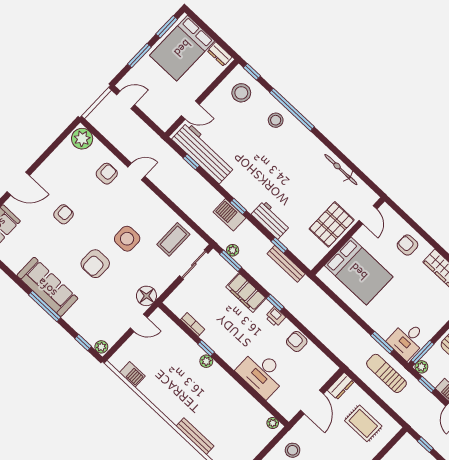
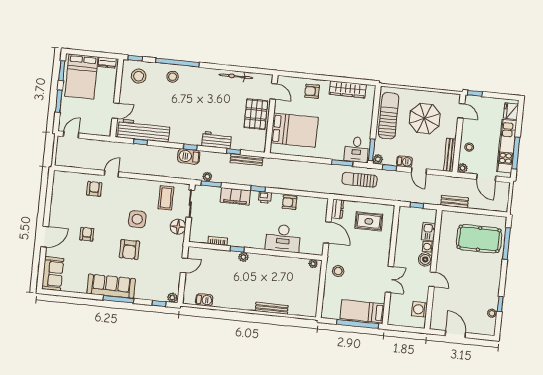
plant: (82, 139) -> (63, 179), removed
floor lamp: (146, 296) -> (178, 227), moved

